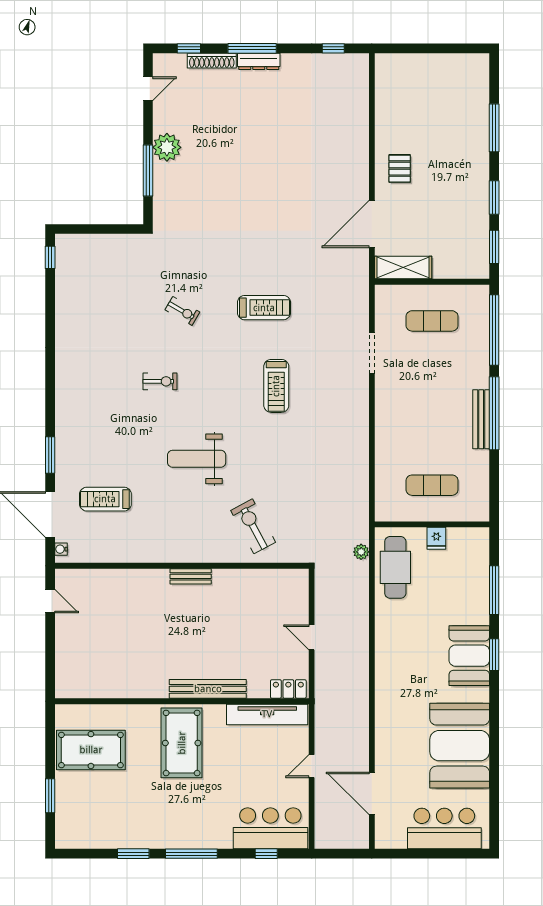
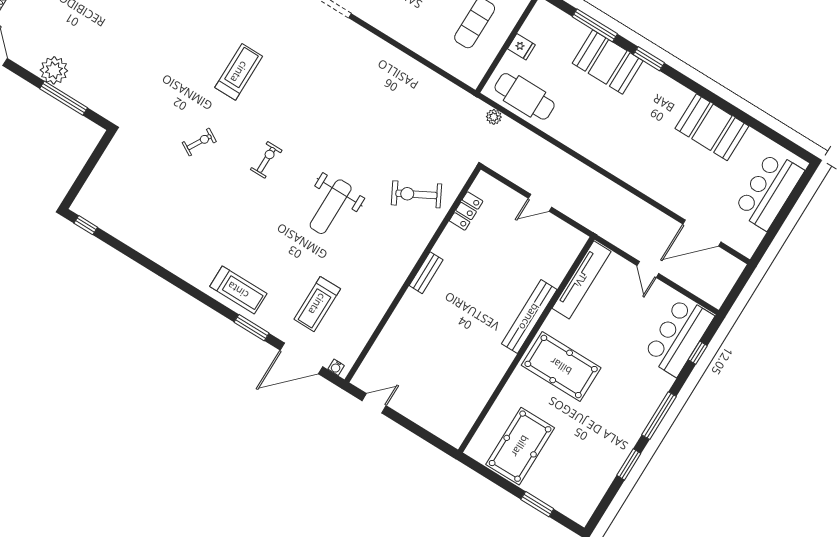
exercise bike: (160, 381) -> (266, 160), moved
treadmill: (276, 386) -> (238, 290), moved
booth: (469, 656) -> (608, 62), moved
locker: (288, 689) -> (466, 211), moved, turned 180
booth: (460, 746) -> (712, 127), width x0.73, depth x0.70

